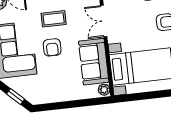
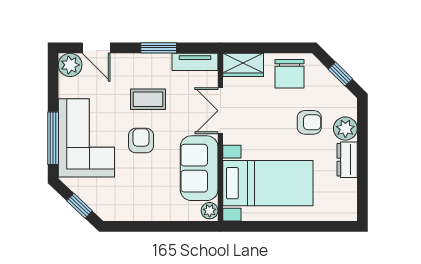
armchair: (52, 47) -> (141, 141), turned 180

